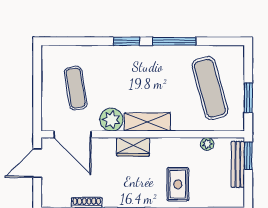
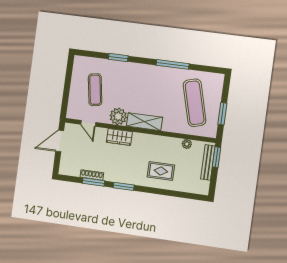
window: (127, 41) -> (118, 57), moved
door: (72, 134) -> (88, 123), width x0.53
wardrobe: (133, 147) -> (119, 137), moved
rug: (178, 184) -> (161, 171), turned 90

